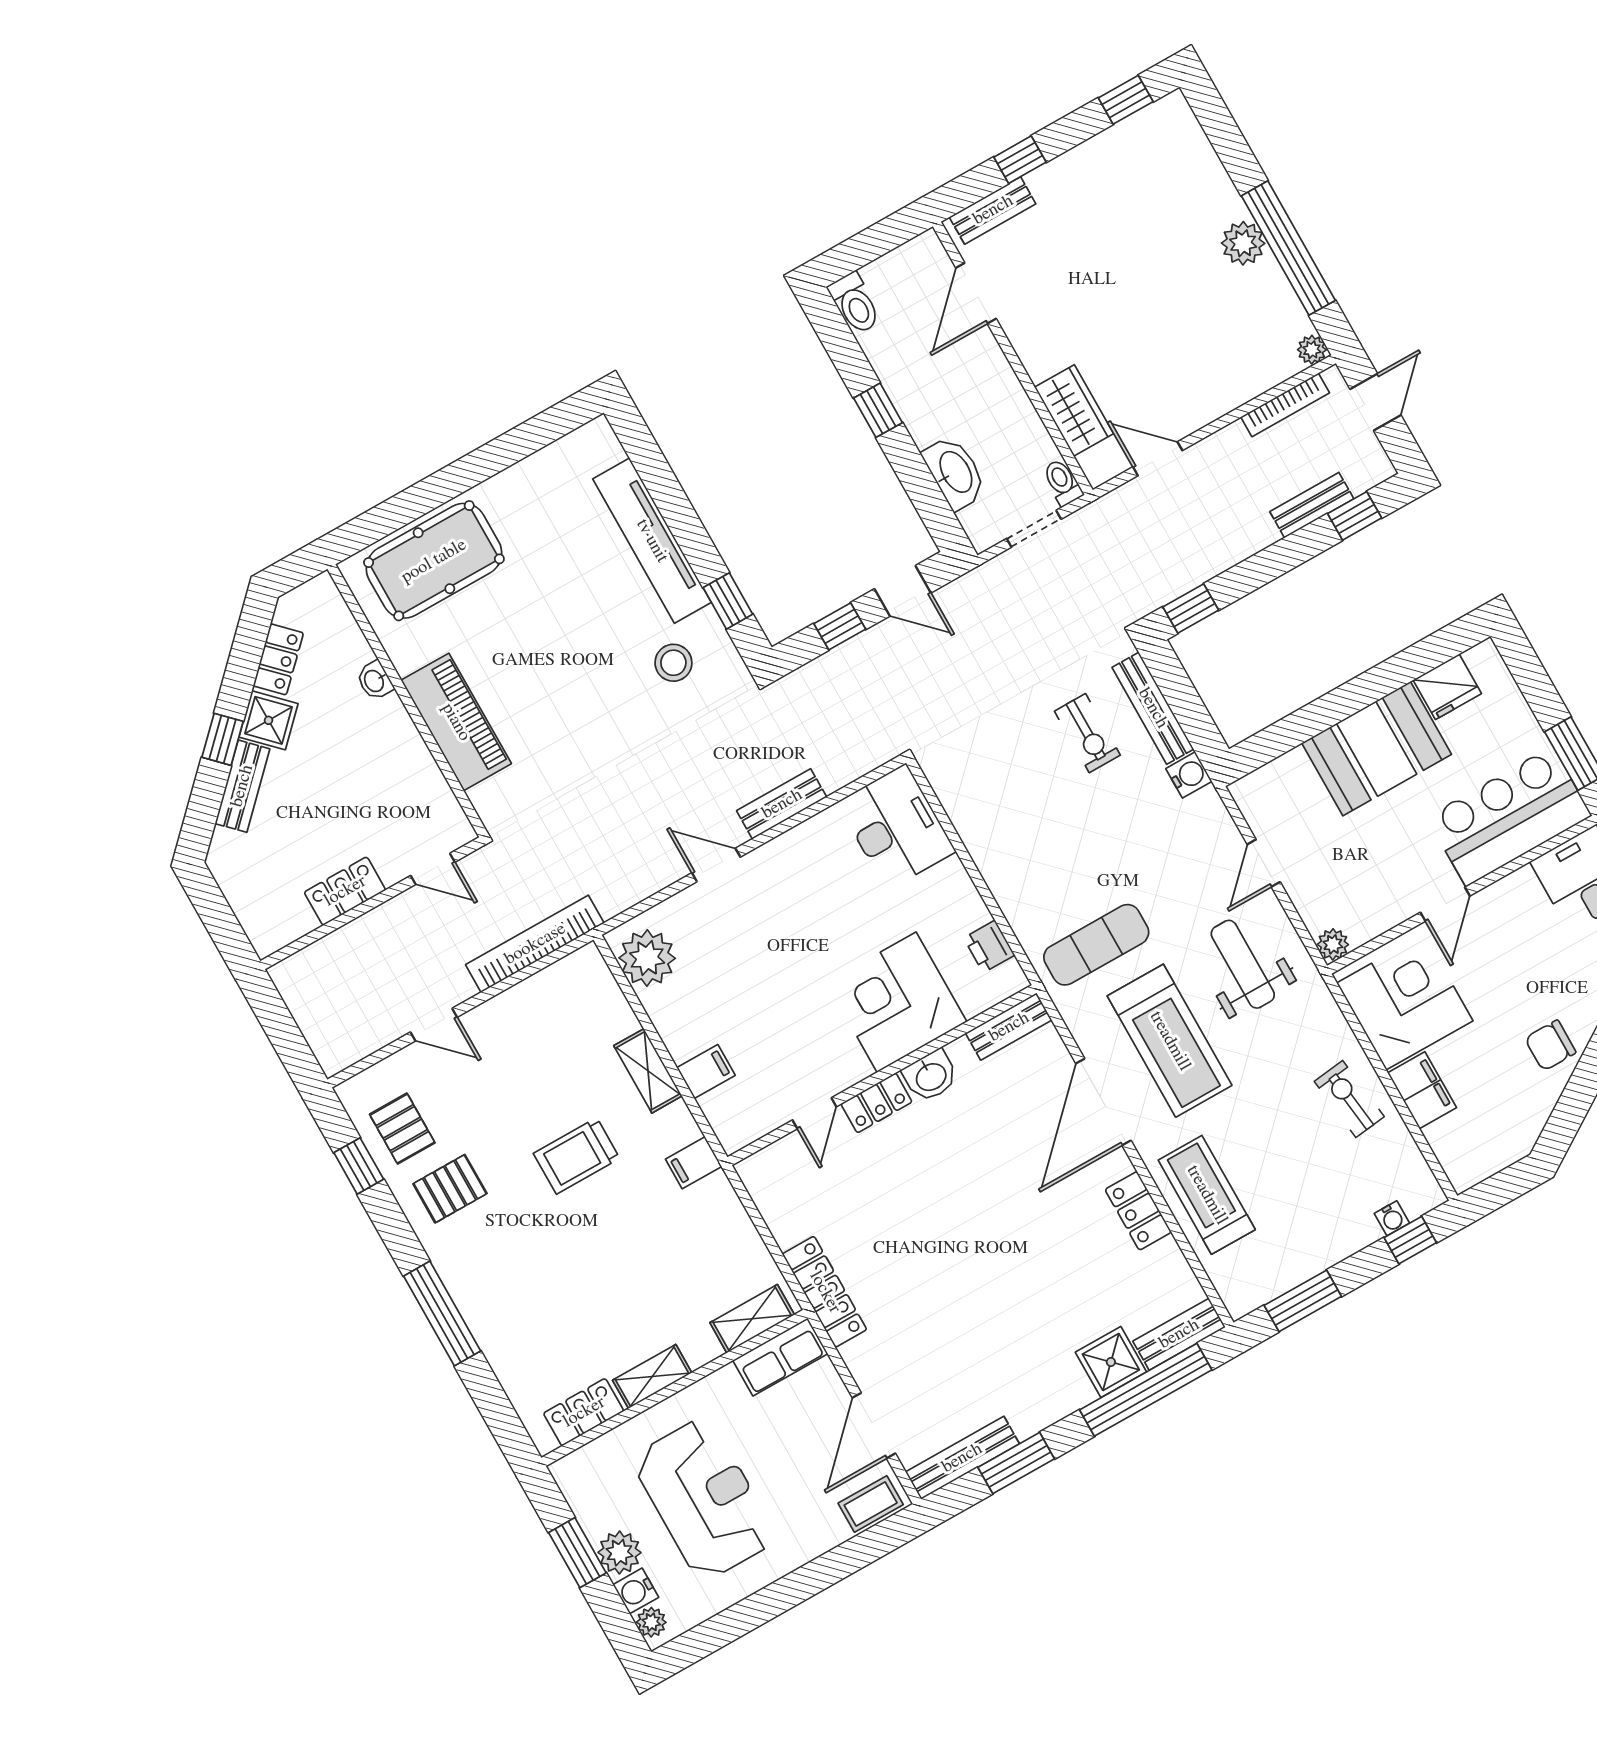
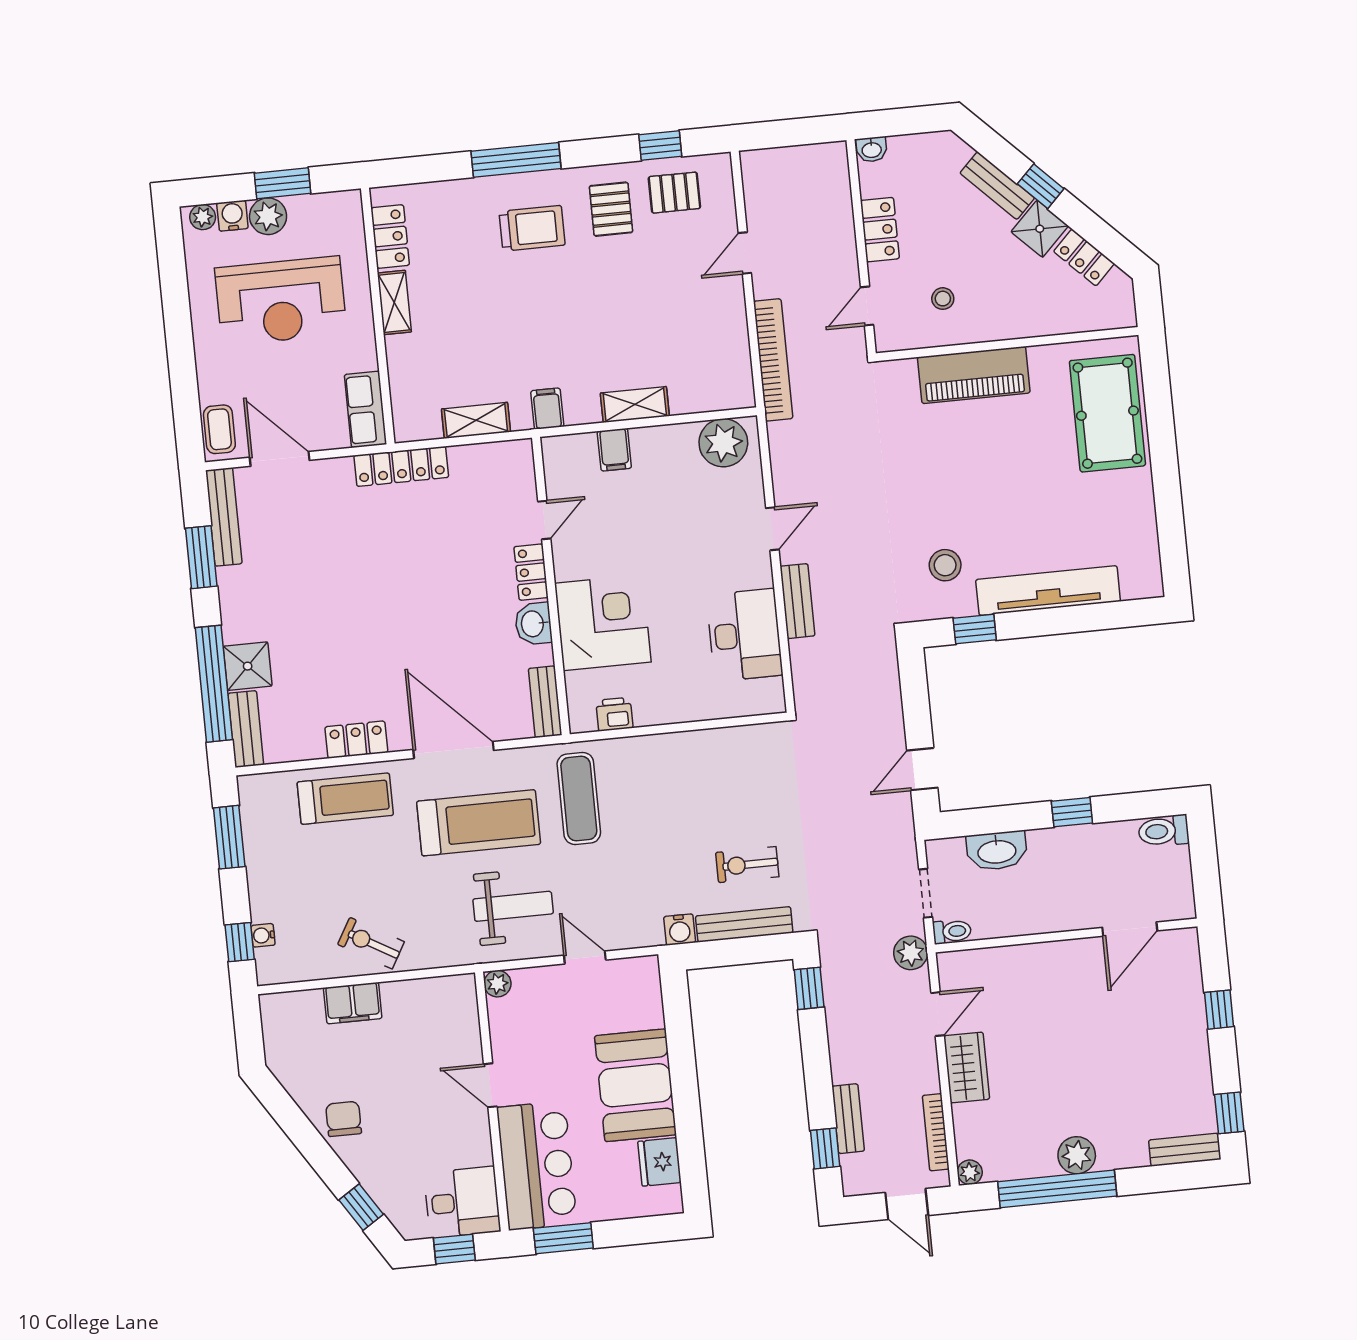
bench: (993, 210) -> (1185, 1150), moved, turned 90
door: (976, 293) -> (1130, 929), swing flipped
wardrobe: (1074, 410) -> (967, 1068), moved, turned -90
plant: (1105, 517) -> (911, 953), added
window: (840, 626) -> (916, 708), removed
washbasin: (375, 681) -> (872, 149), moved, turned 180
stool: (389, 791) -> (943, 299), added
desk: (896, 827) -> (744, 635), moved, turned -90
corner desk: (1405, 1002) -> (428, 1020), removed
treadmill: (1170, 1041) -> (479, 823), turned 180
exercise bike: (1349, 1099) -> (371, 943), turned -143
door: (814, 1113) -> (544, 520), swing flipped
trolley: (577, 1156) -> (532, 228), moved, turned 90
shelving: (752, 1319) -> (476, 420), moved, turned 90

